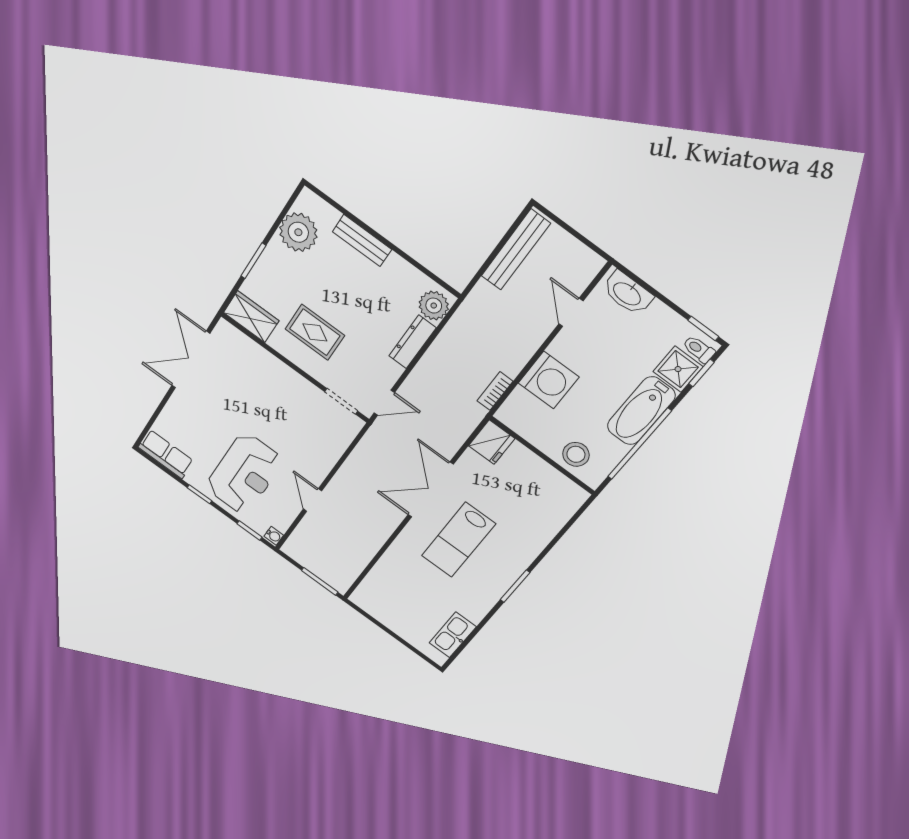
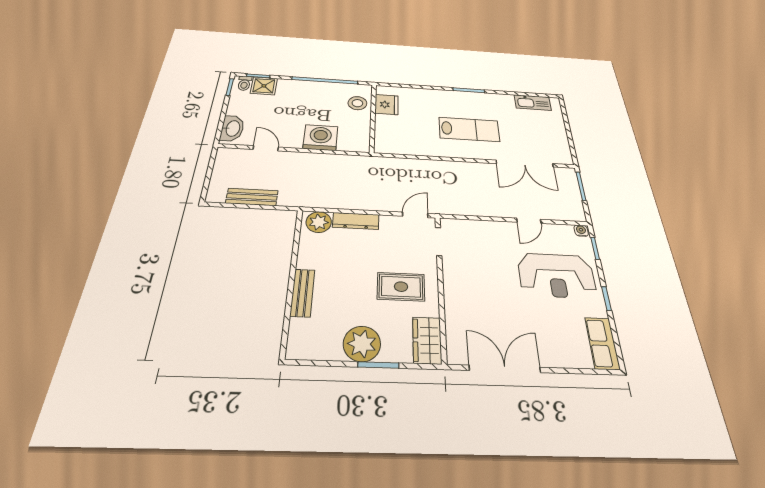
plant: (298, 232) -> (362, 344), moved
bench: (516, 250) -> (252, 197), width x0.73
door: (571, 312) -> (266, 148), swing flipped
rug: (315, 332) -> (401, 287), turned 90
double door: (191, 360) -> (505, 369), swing flipped
bookcase: (495, 391) -> (352, 160), removed
door: (384, 403) -> (415, 215), hinge flipped
bathtub: (641, 411) -> (304, 89), removed
fridge: (492, 442) -> (387, 105), moved, turned 90
reception desk: (244, 474) -> (557, 275), turned 180
double door: (430, 490) -> (525, 164), moved

